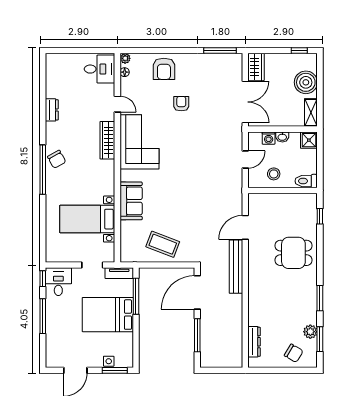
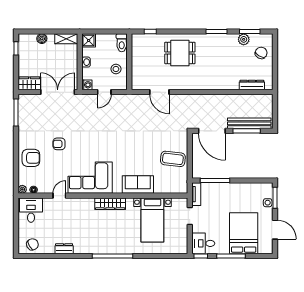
boiler: (306, 82) -> (42, 39), width x0.54, depth x0.54
washing machine: (269, 138) -> (87, 85), moved
wardrobe: (107, 140) -> (110, 204), moved
chair: (57, 159) -> (32, 244), moved
door: (245, 160) -> (104, 92), swing flipped
coffee table: (163, 244) -> (173, 159), turned 76
dining table: (293, 253) -> (180, 53), turned 90
bench: (236, 267) -> (249, 123), moved
bed: (108, 315) -> (244, 233), moved, turned 180

